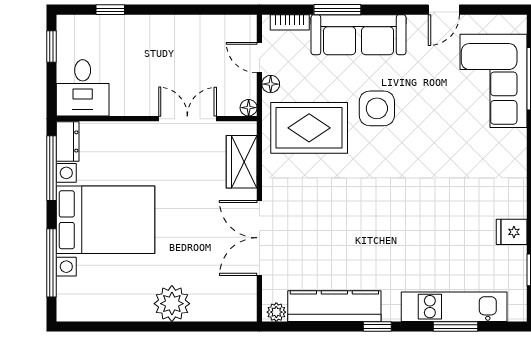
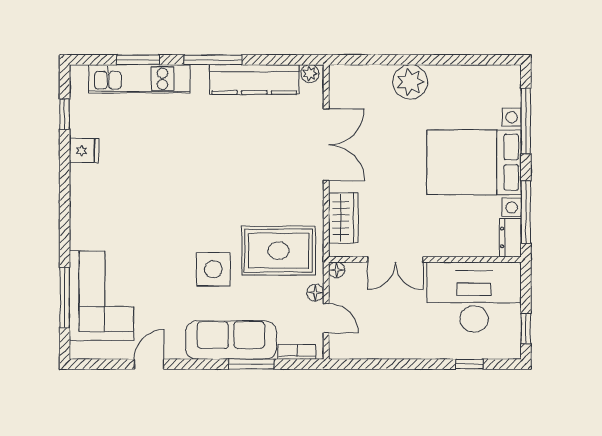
desk: (83, 88) -> (474, 297), width x1.87, depth x1.30
window: (377, 326) -> (213, 60), width x2.17

